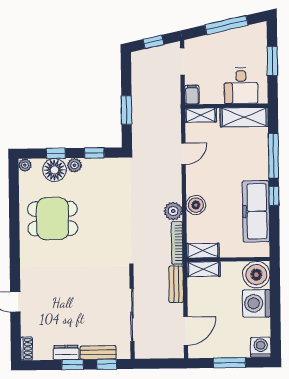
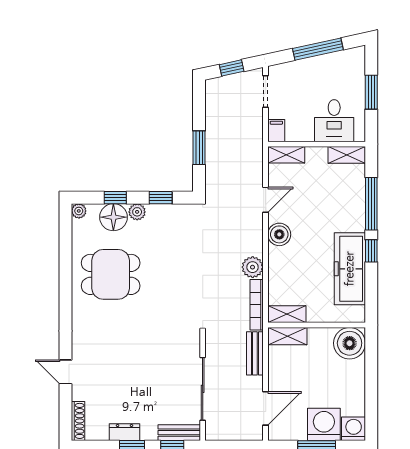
shelving: (244, 117) -> (347, 155), width x0.67, depth x0.75
boiler: (196, 205) -> (279, 234), moved
washing machine: (256, 303) -> (324, 424), moved, turned 90
shoe rack: (27, 349) -> (78, 421), width x1.43
bench: (98, 353) -> (179, 433), moved

